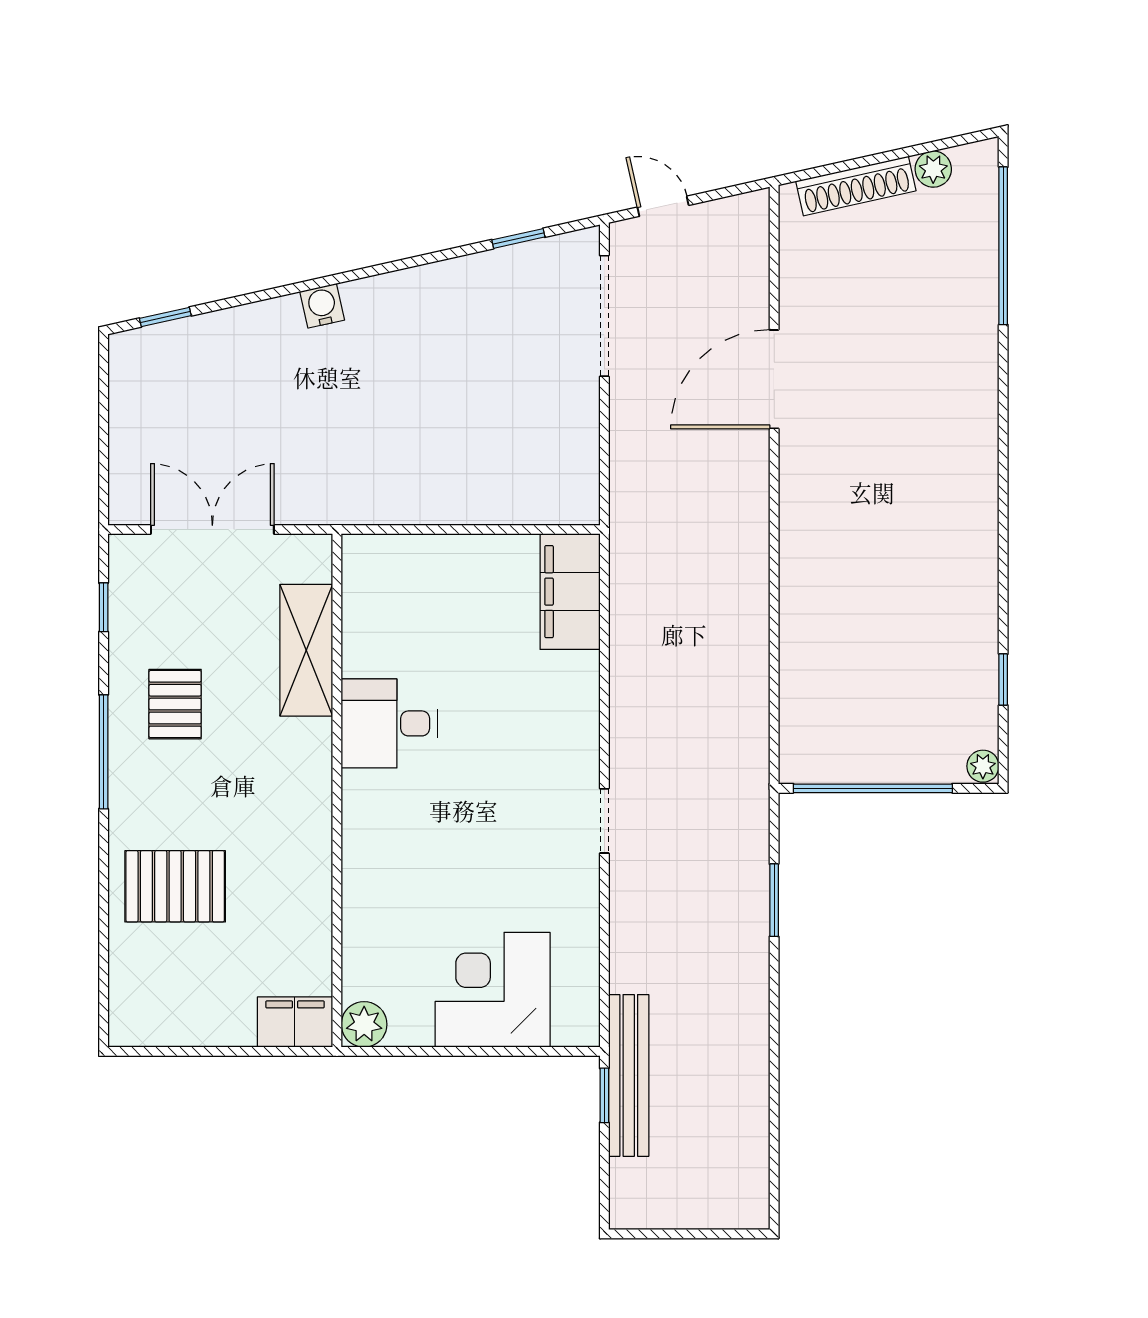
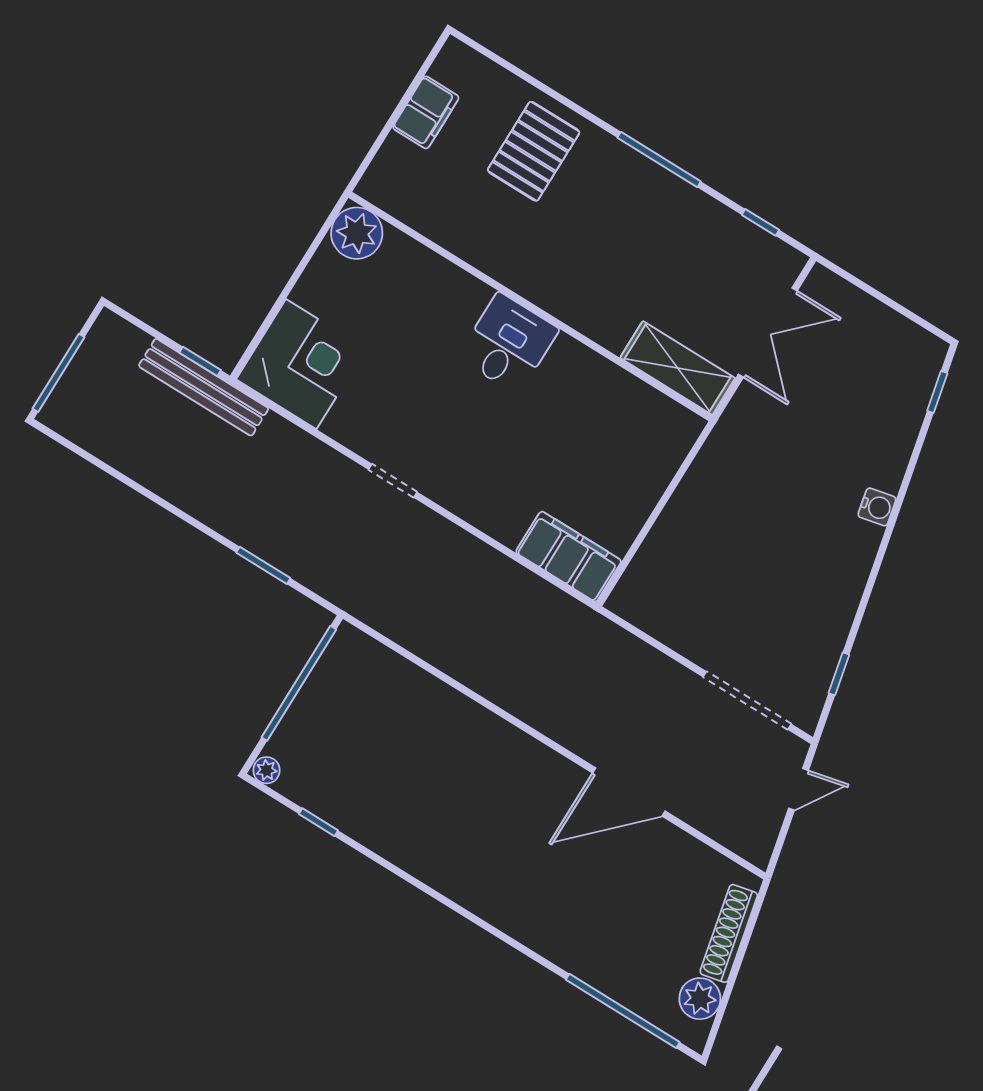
plant: (933, 169) -> (700, 999), width x1.38, depth x1.38
door: (774, 379) -> (629, 792), swing flipped
shelving: (306, 650) -> (678, 368), moved
pallet: (175, 704) -> (661, 230), removed
desk: (389, 723) -> (508, 343), moved
corner desk: (493, 990) -> (301, 364), moved
filing cabinet: (295, 1022) -> (426, 112), moved
plant: (364, 1024) -> (357, 233), width x1.36, depth x1.36
window: (707, 1234) -> (59, 373), added

